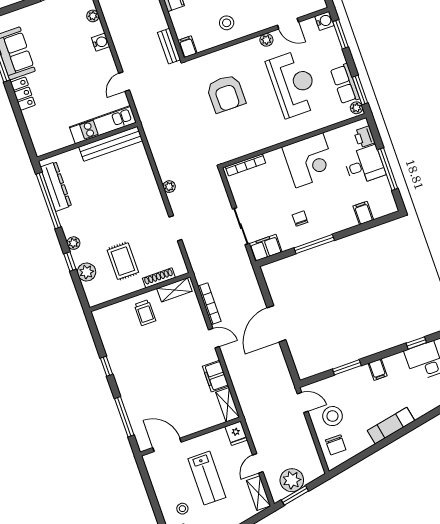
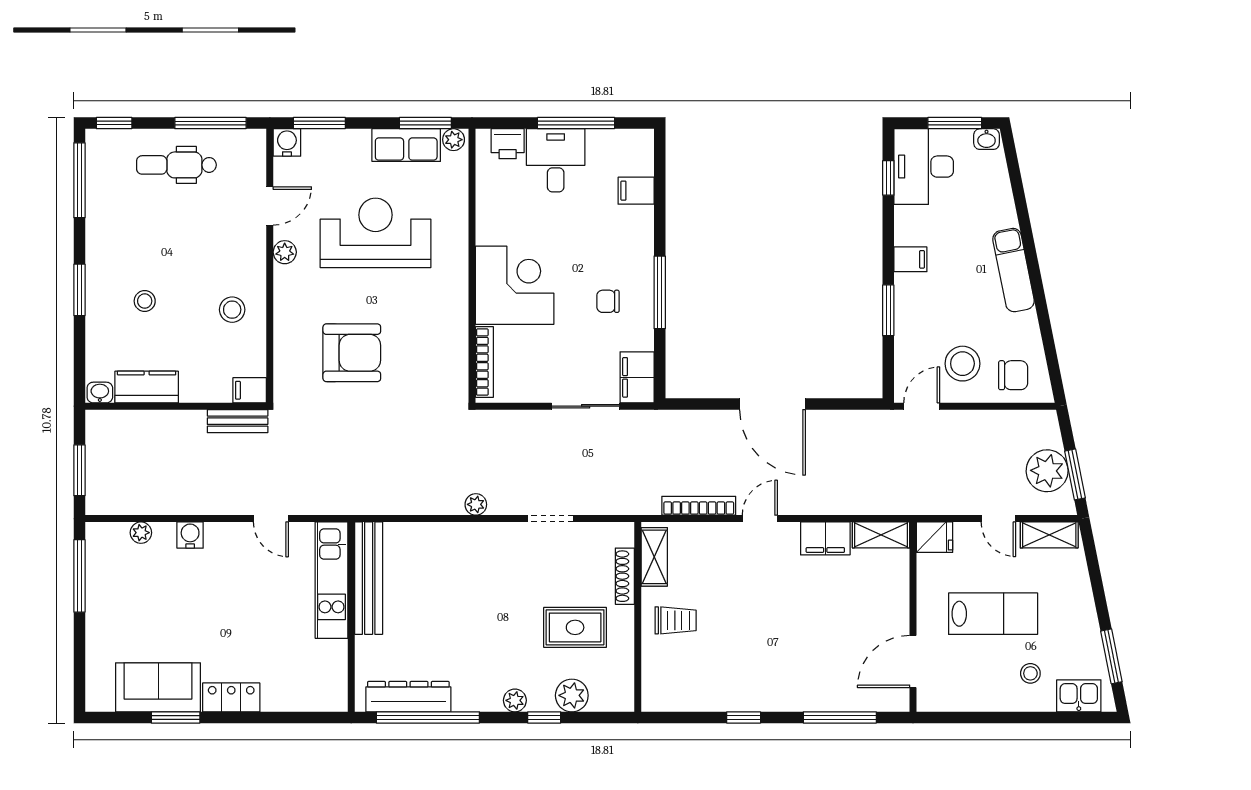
corner desk: (309, 160) -> (515, 285), moved

